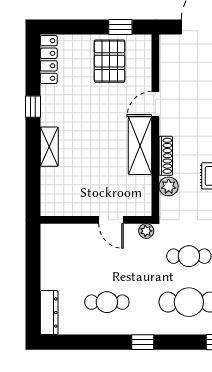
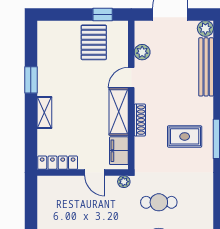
locker: (49, 60) -> (58, 163), moved, turned -90
window: (33, 107) -> (31, 80), width x1.50
plant: (169, 186) -> (142, 52), moved
filing cabinet: (140, 193) -> (119, 151), added

